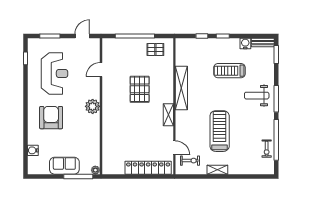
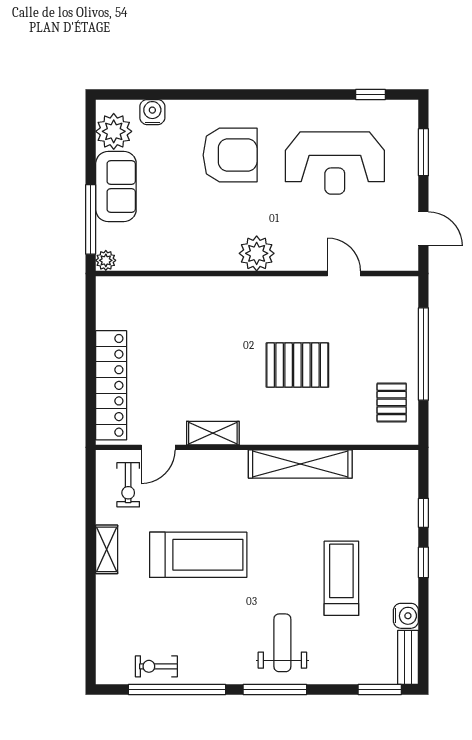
shelving: (168, 115) -> (213, 433), moved
plant: (41, 167) -> (114, 131), added

